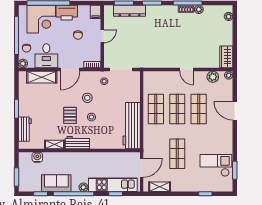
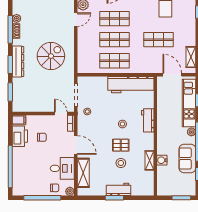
dresser: (130, 11) -> (18, 62), moved
printer: (67, 13) -> (20, 136), moved
corner desk: (41, 19) -> (26, 173), removed
door: (102, 36) -> (61, 113), moved
spiral stairs: (161, 44) -> (51, 56), added
door: (187, 70) -> (76, 20), moved
stool: (87, 98) -> (121, 163), moved
workbench: (25, 129) -> (119, 189), moved
workbench: (77, 143) -> (148, 120), moved
water cooler: (37, 157) -> (162, 160), moved

